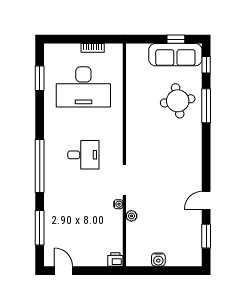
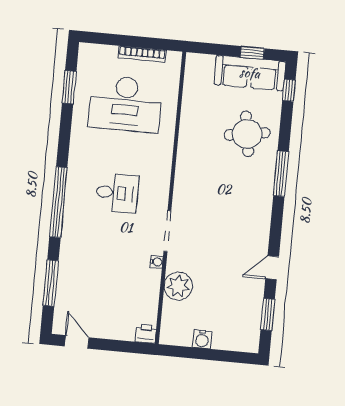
bookcase: (93, 48) -> (142, 54), width x1.56
window: (206, 106) -> (281, 174), moved
plant: (131, 216) -> (178, 286), width x1.87, depth x1.87

